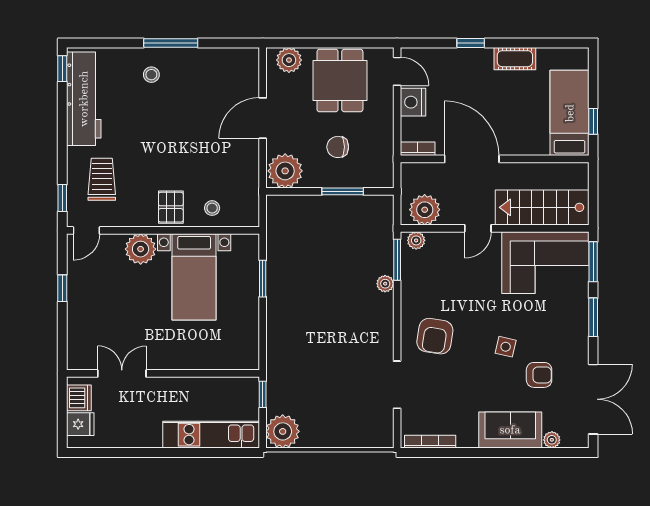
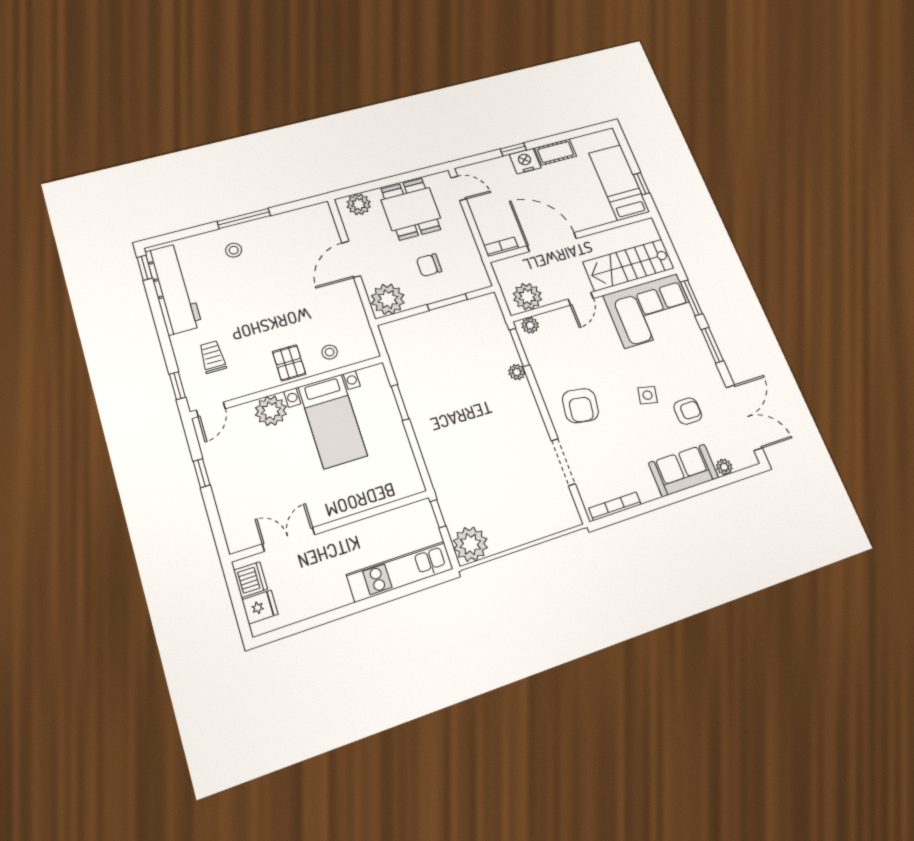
nightstand: (413, 102) -> (525, 161), moved, turned 90
trolley: (102, 179) -> (213, 357), width x0.73, depth x0.72

